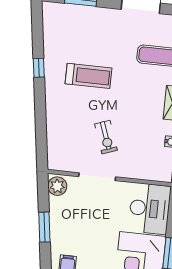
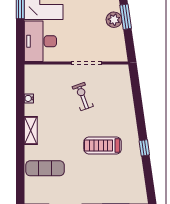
plant: (57, 186) -> (114, 20), moved

